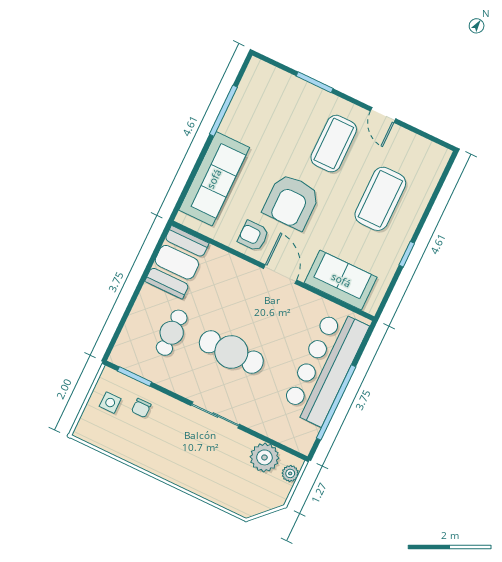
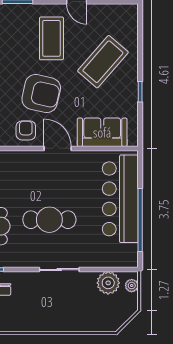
coffee table: (380, 199) -> (103, 62), turned 41
armchair: (291, 202) -> (41, 94), turned -77
armchair: (253, 236) -> (26, 130), turned 90

